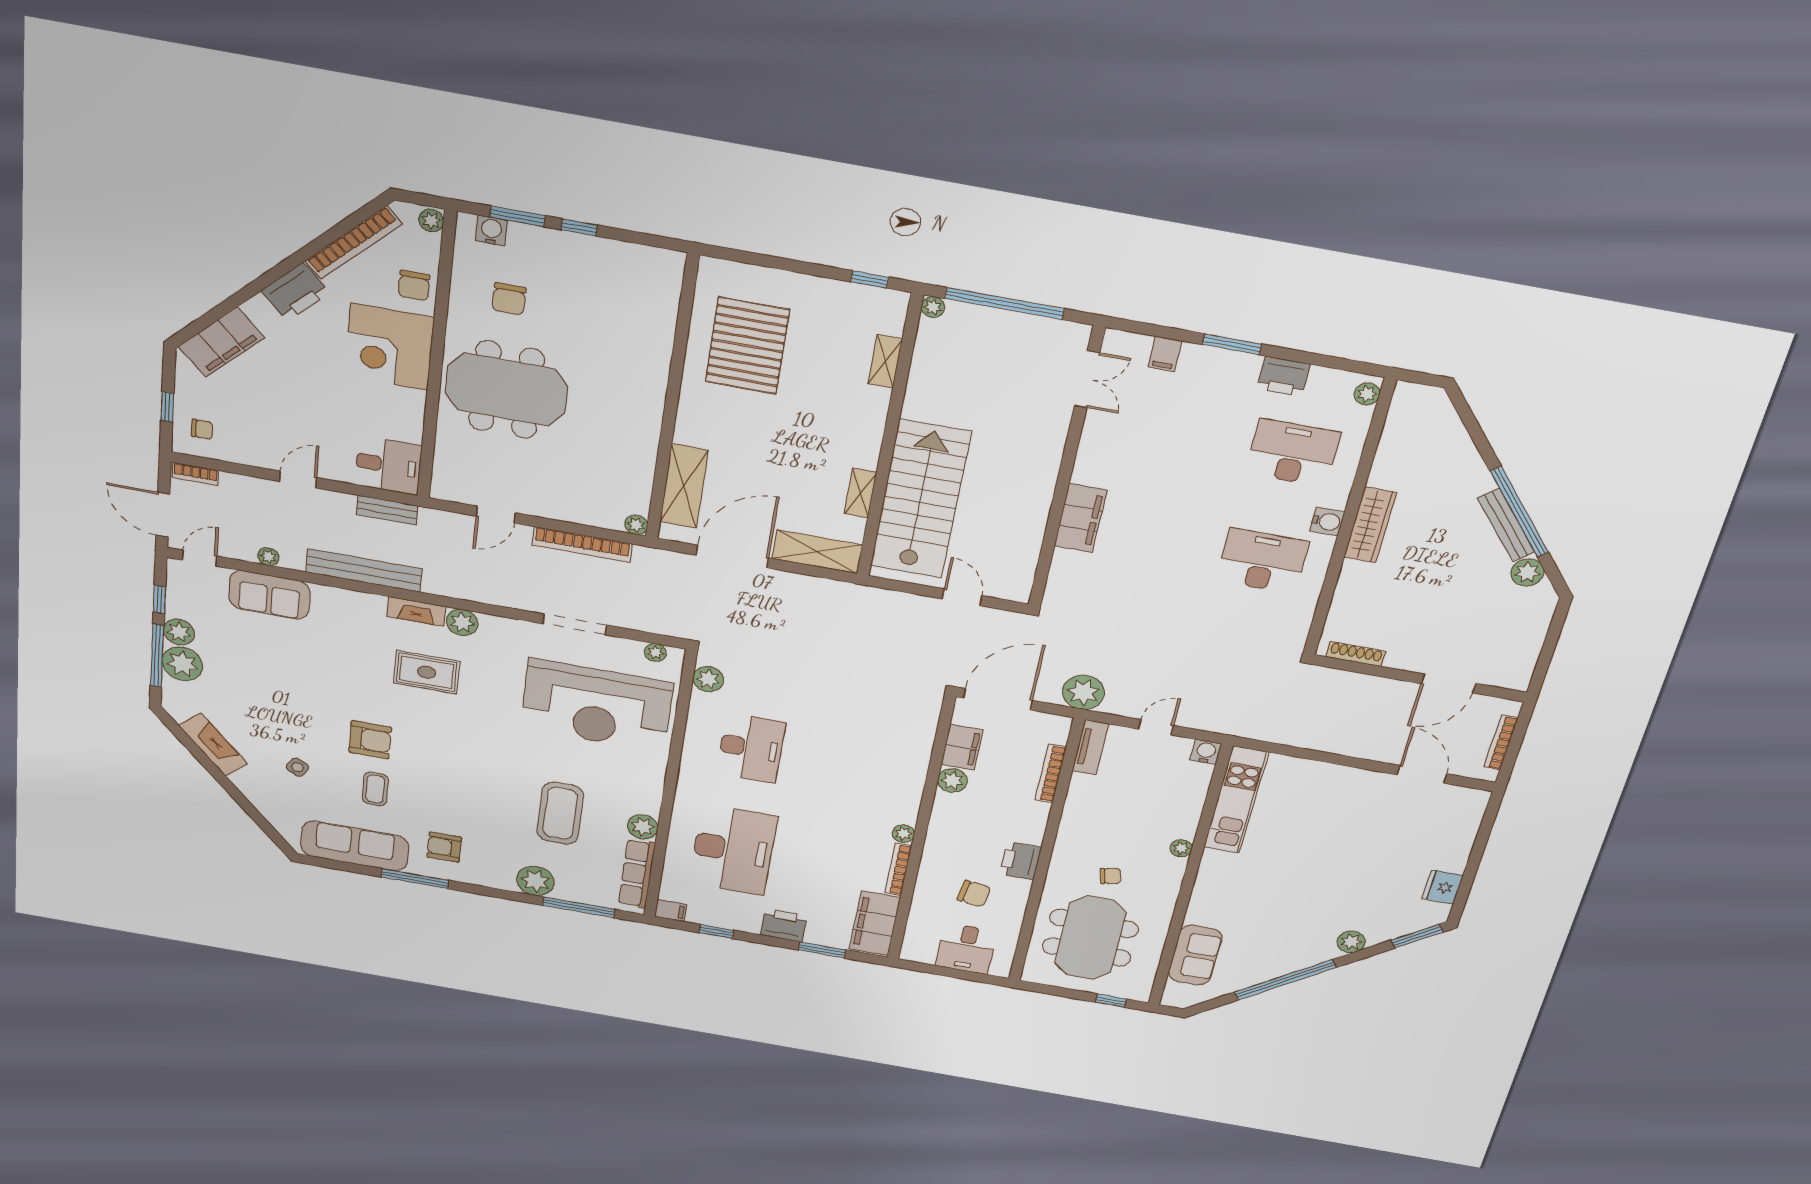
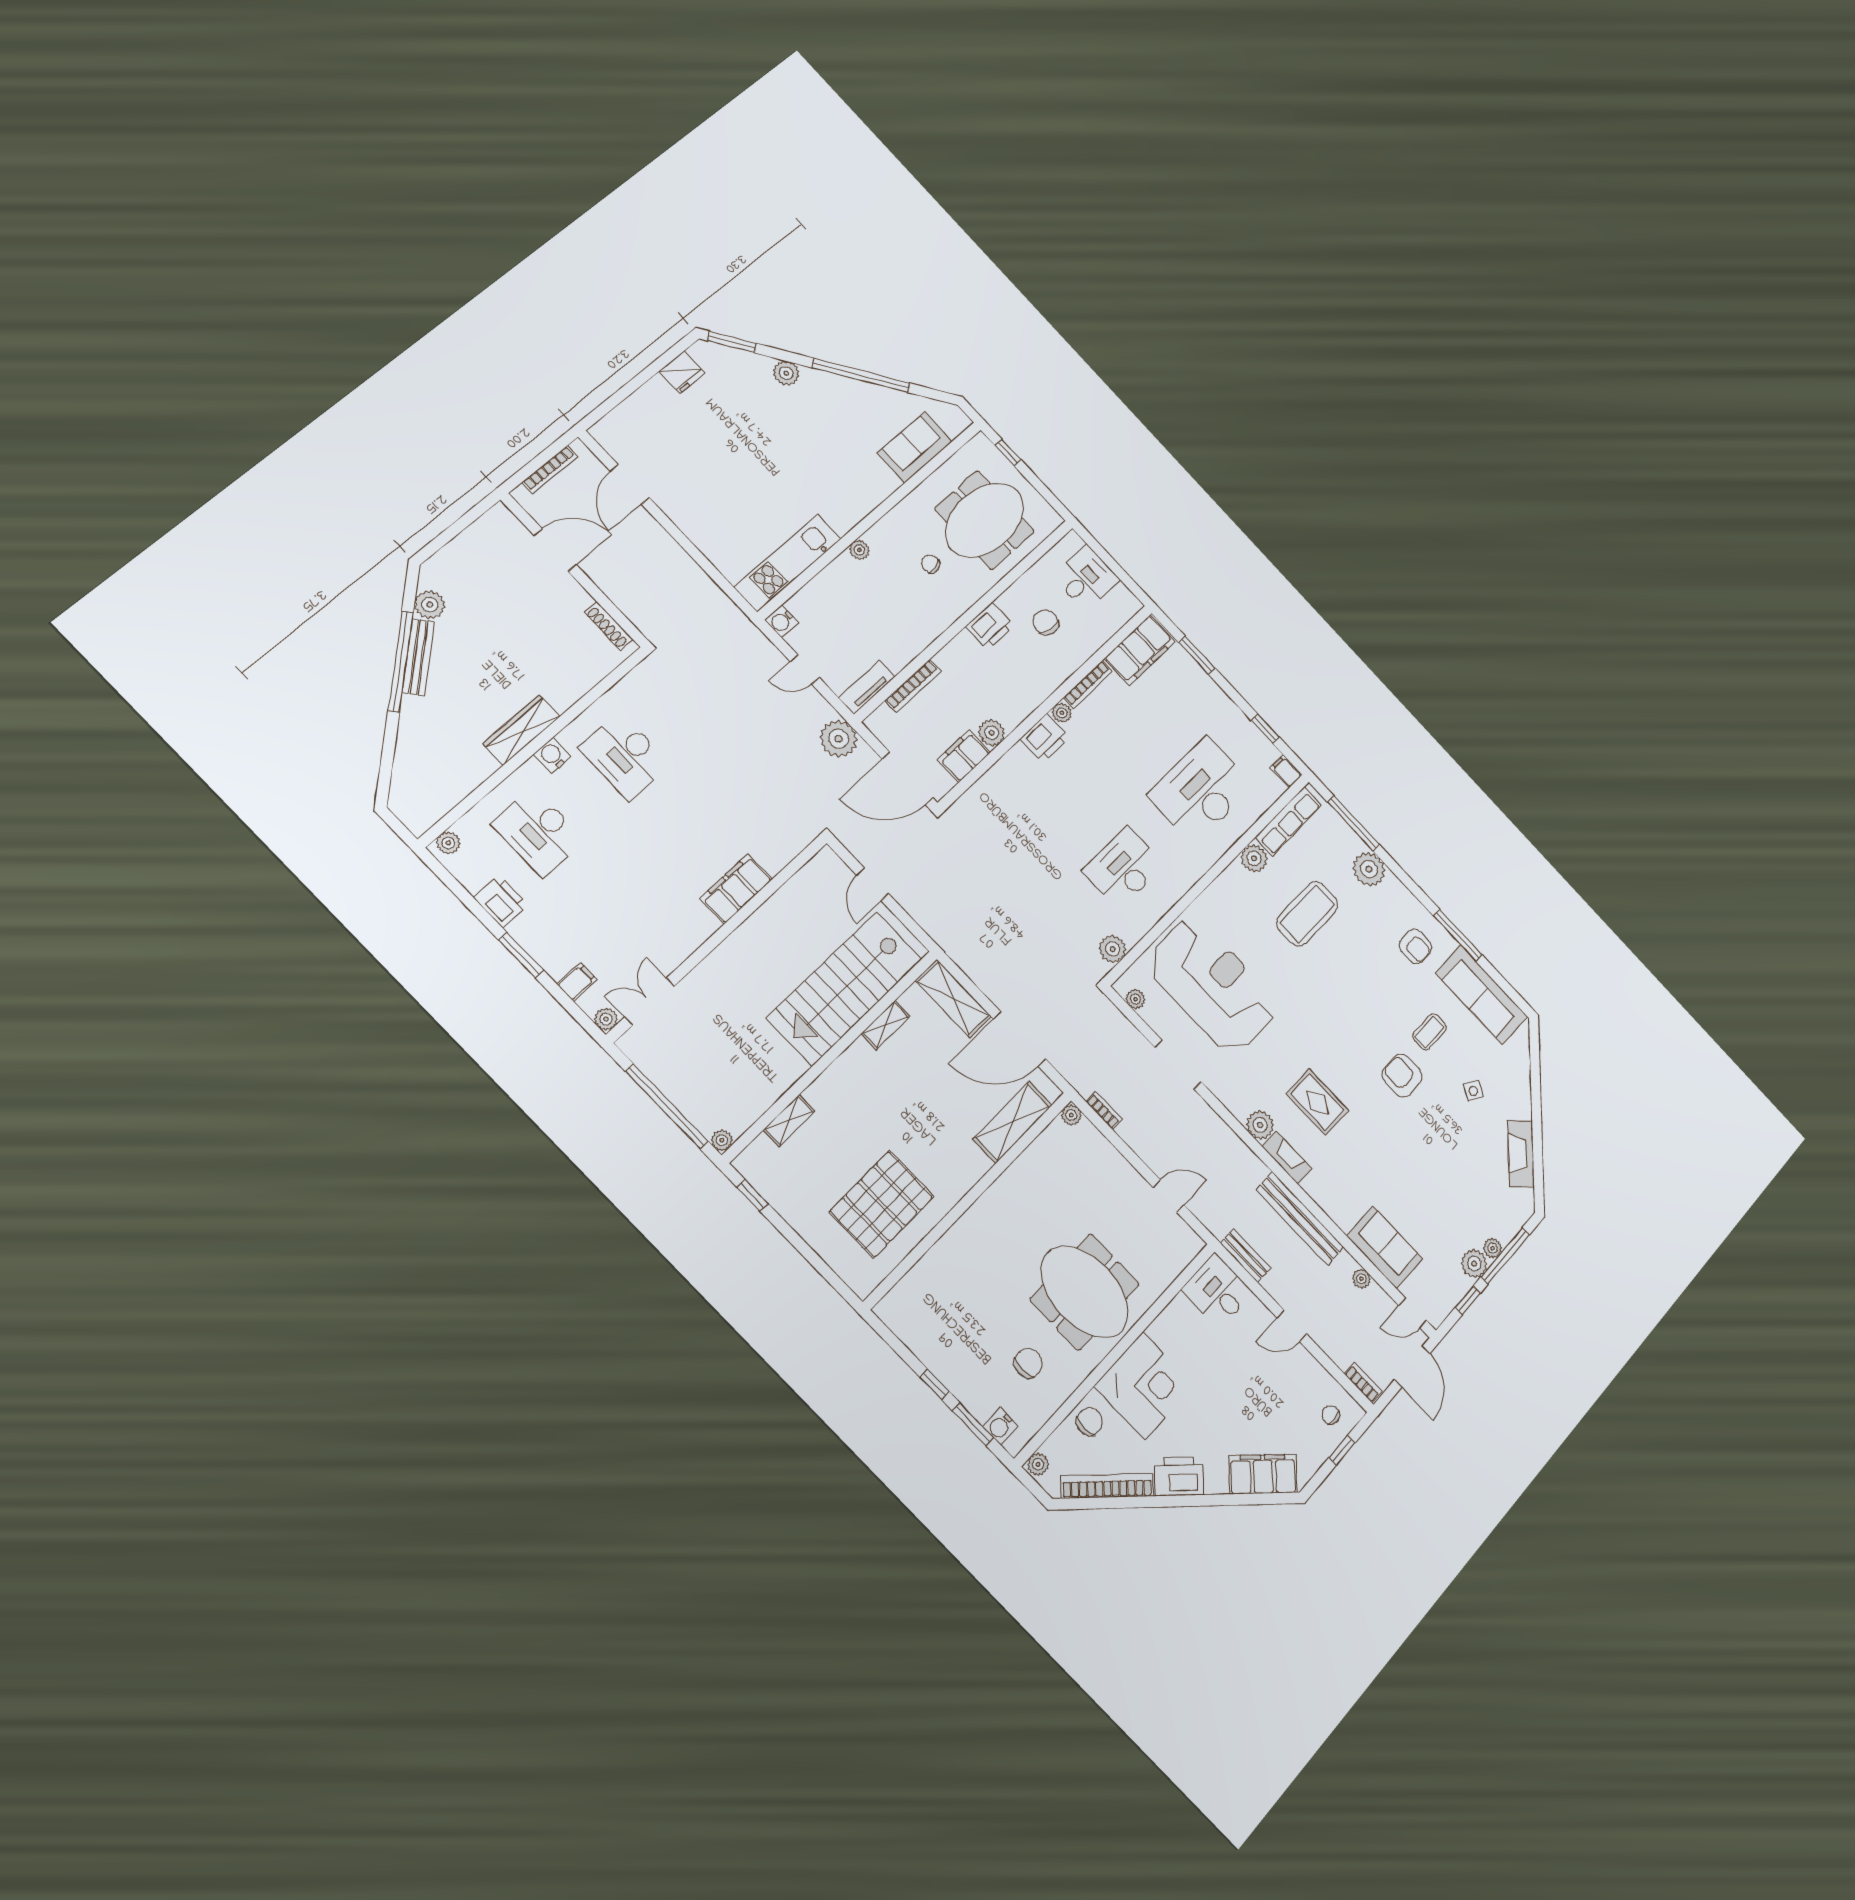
plant: (1115, 340) -> (606, 1019), added
bookcase: (582, 544) -> (1104, 1110), width x0.43, depth x0.76
plant: (182, 664) -> (1493, 1248), width x0.53, depth x0.53
printer: (784, 925) -> (1045, 738), moved, turned -90

